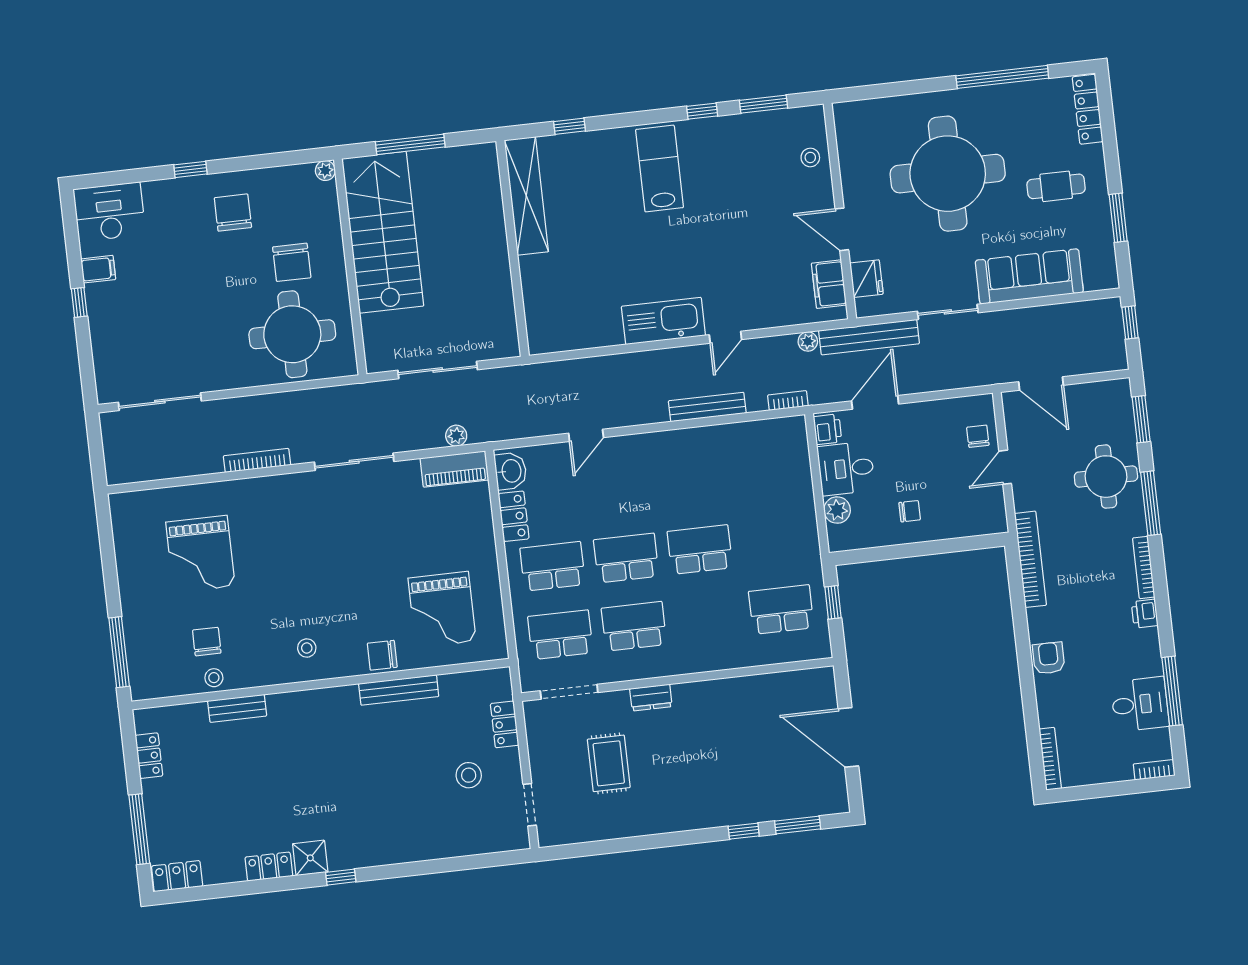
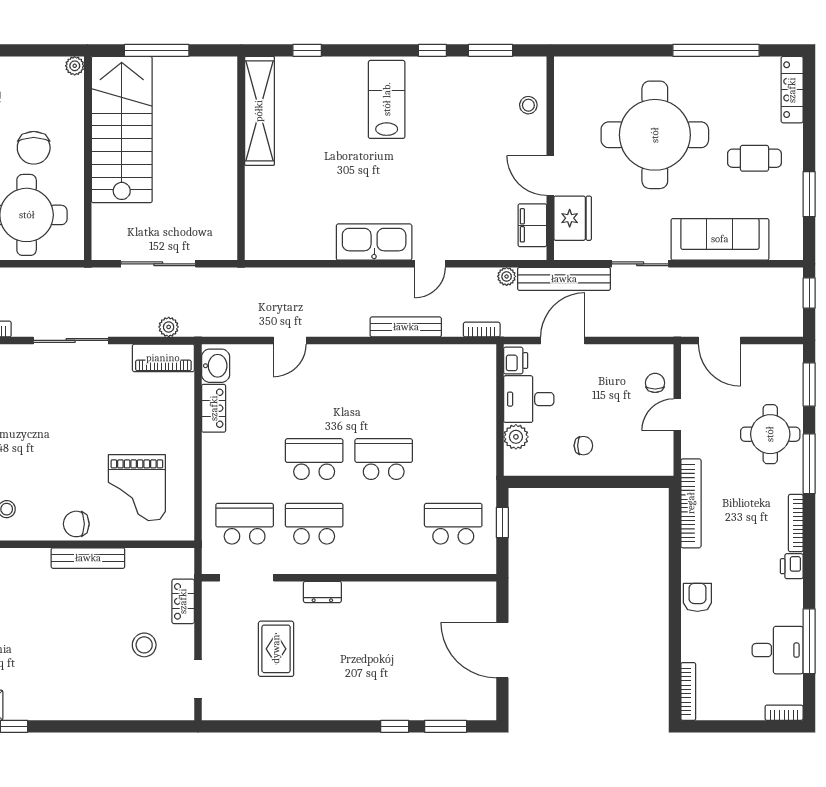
fridge: (866, 279) -> (573, 218), width x1.36, depth x1.34
school desk: (553, 566) -> (245, 459), removed

